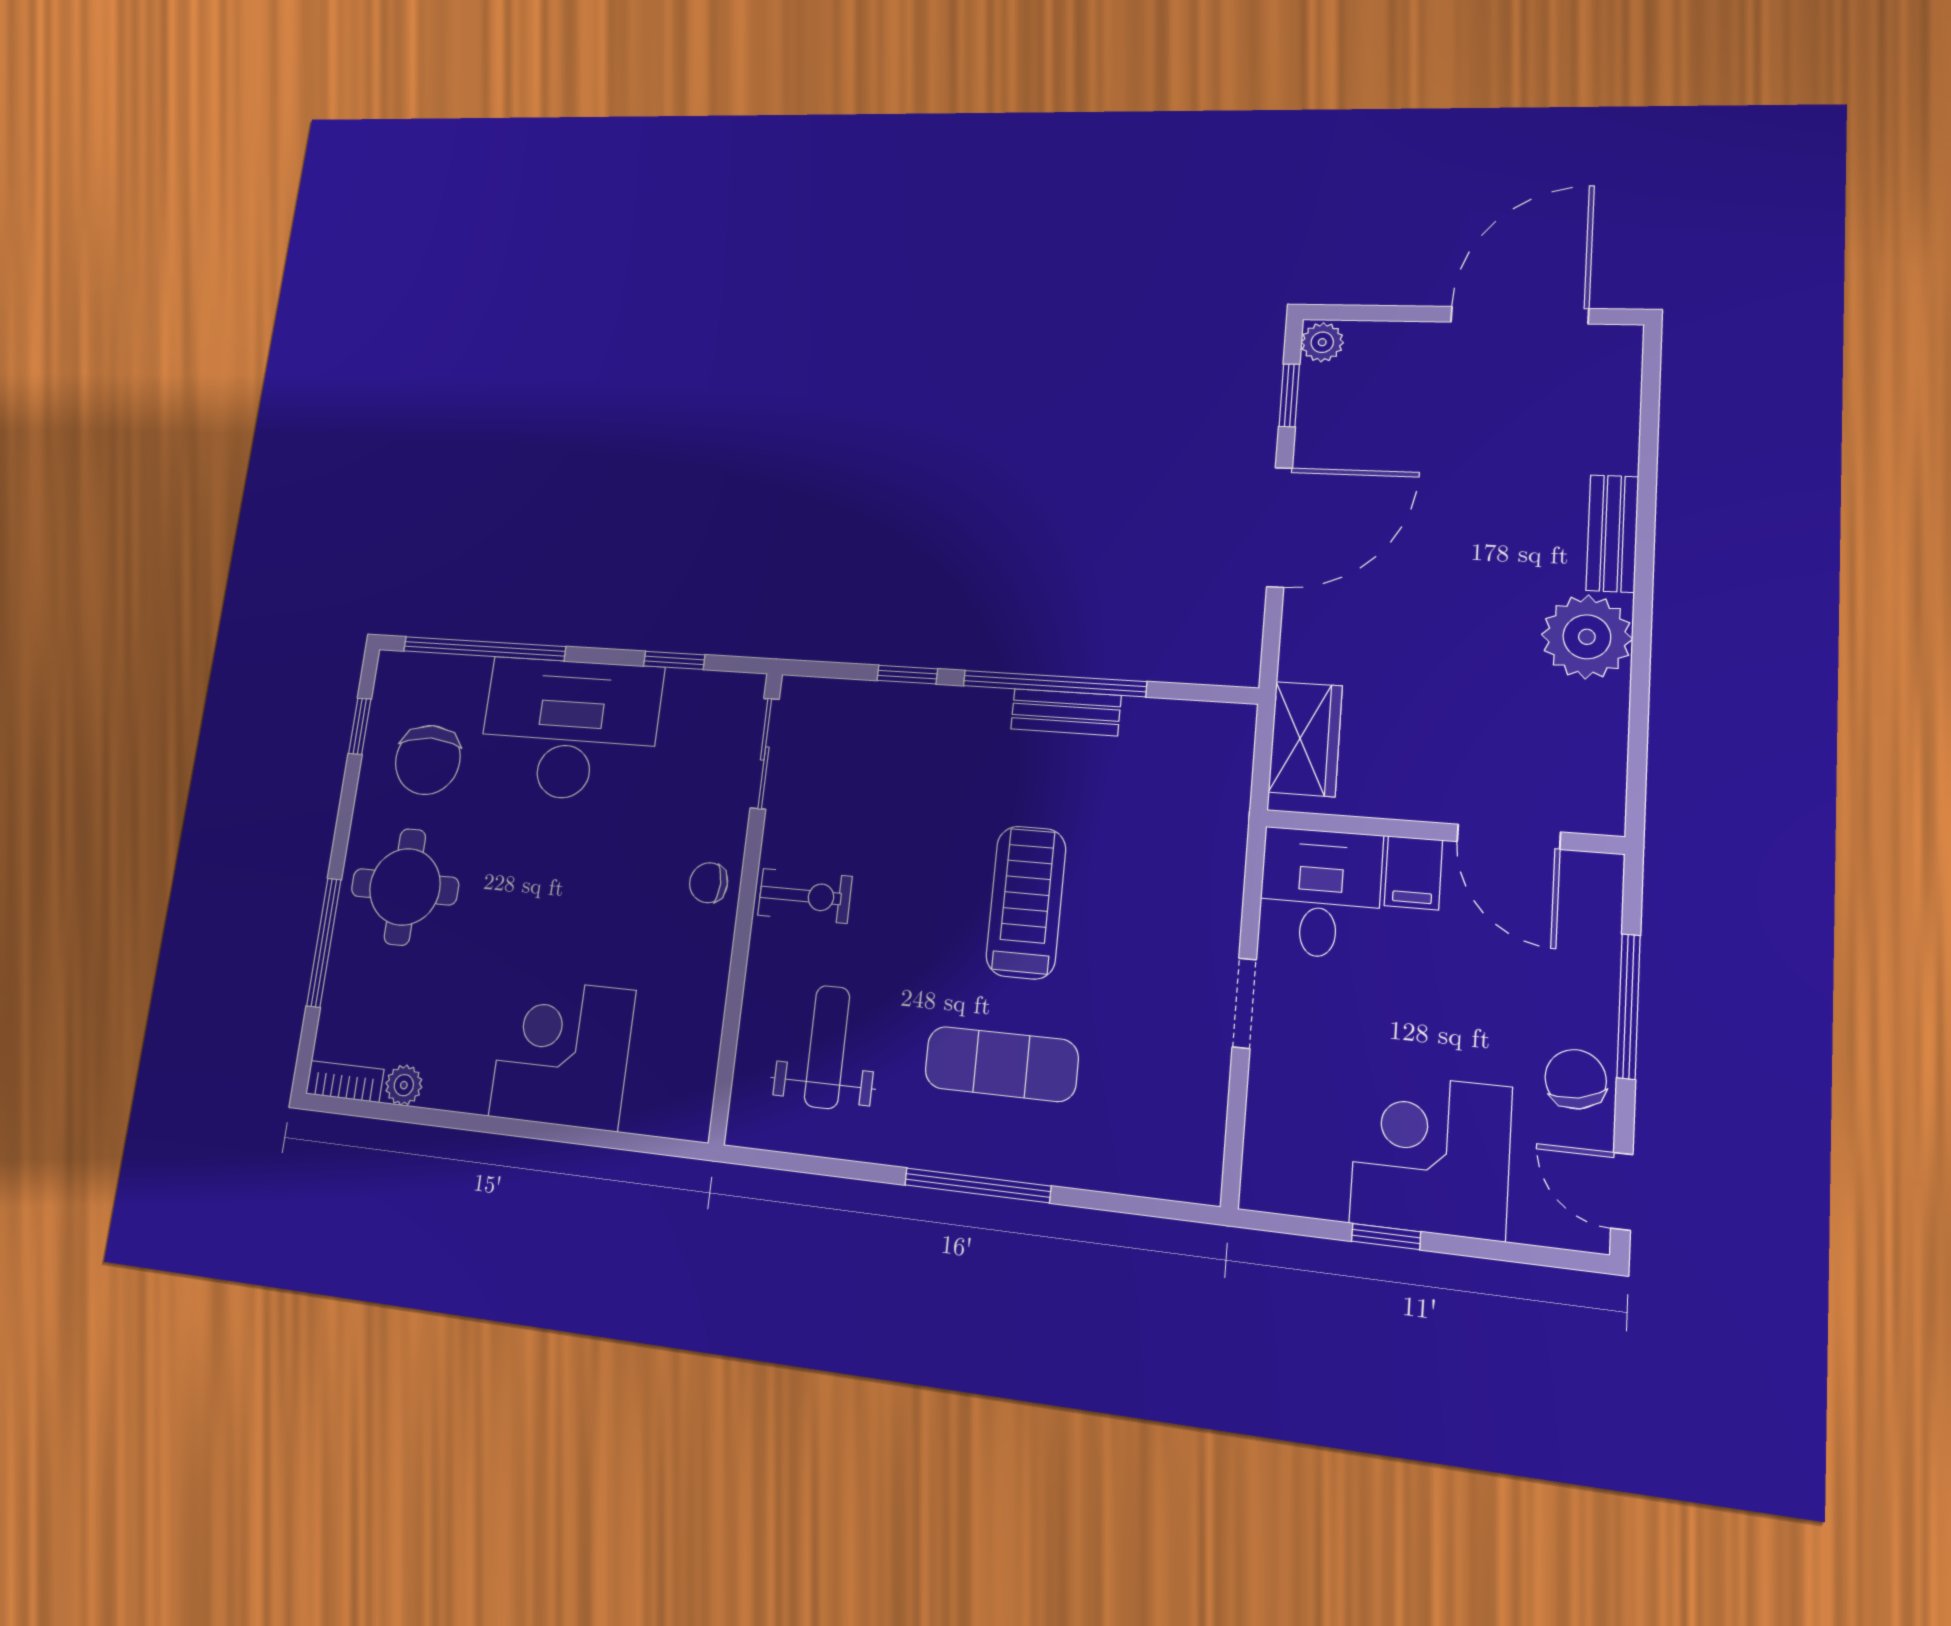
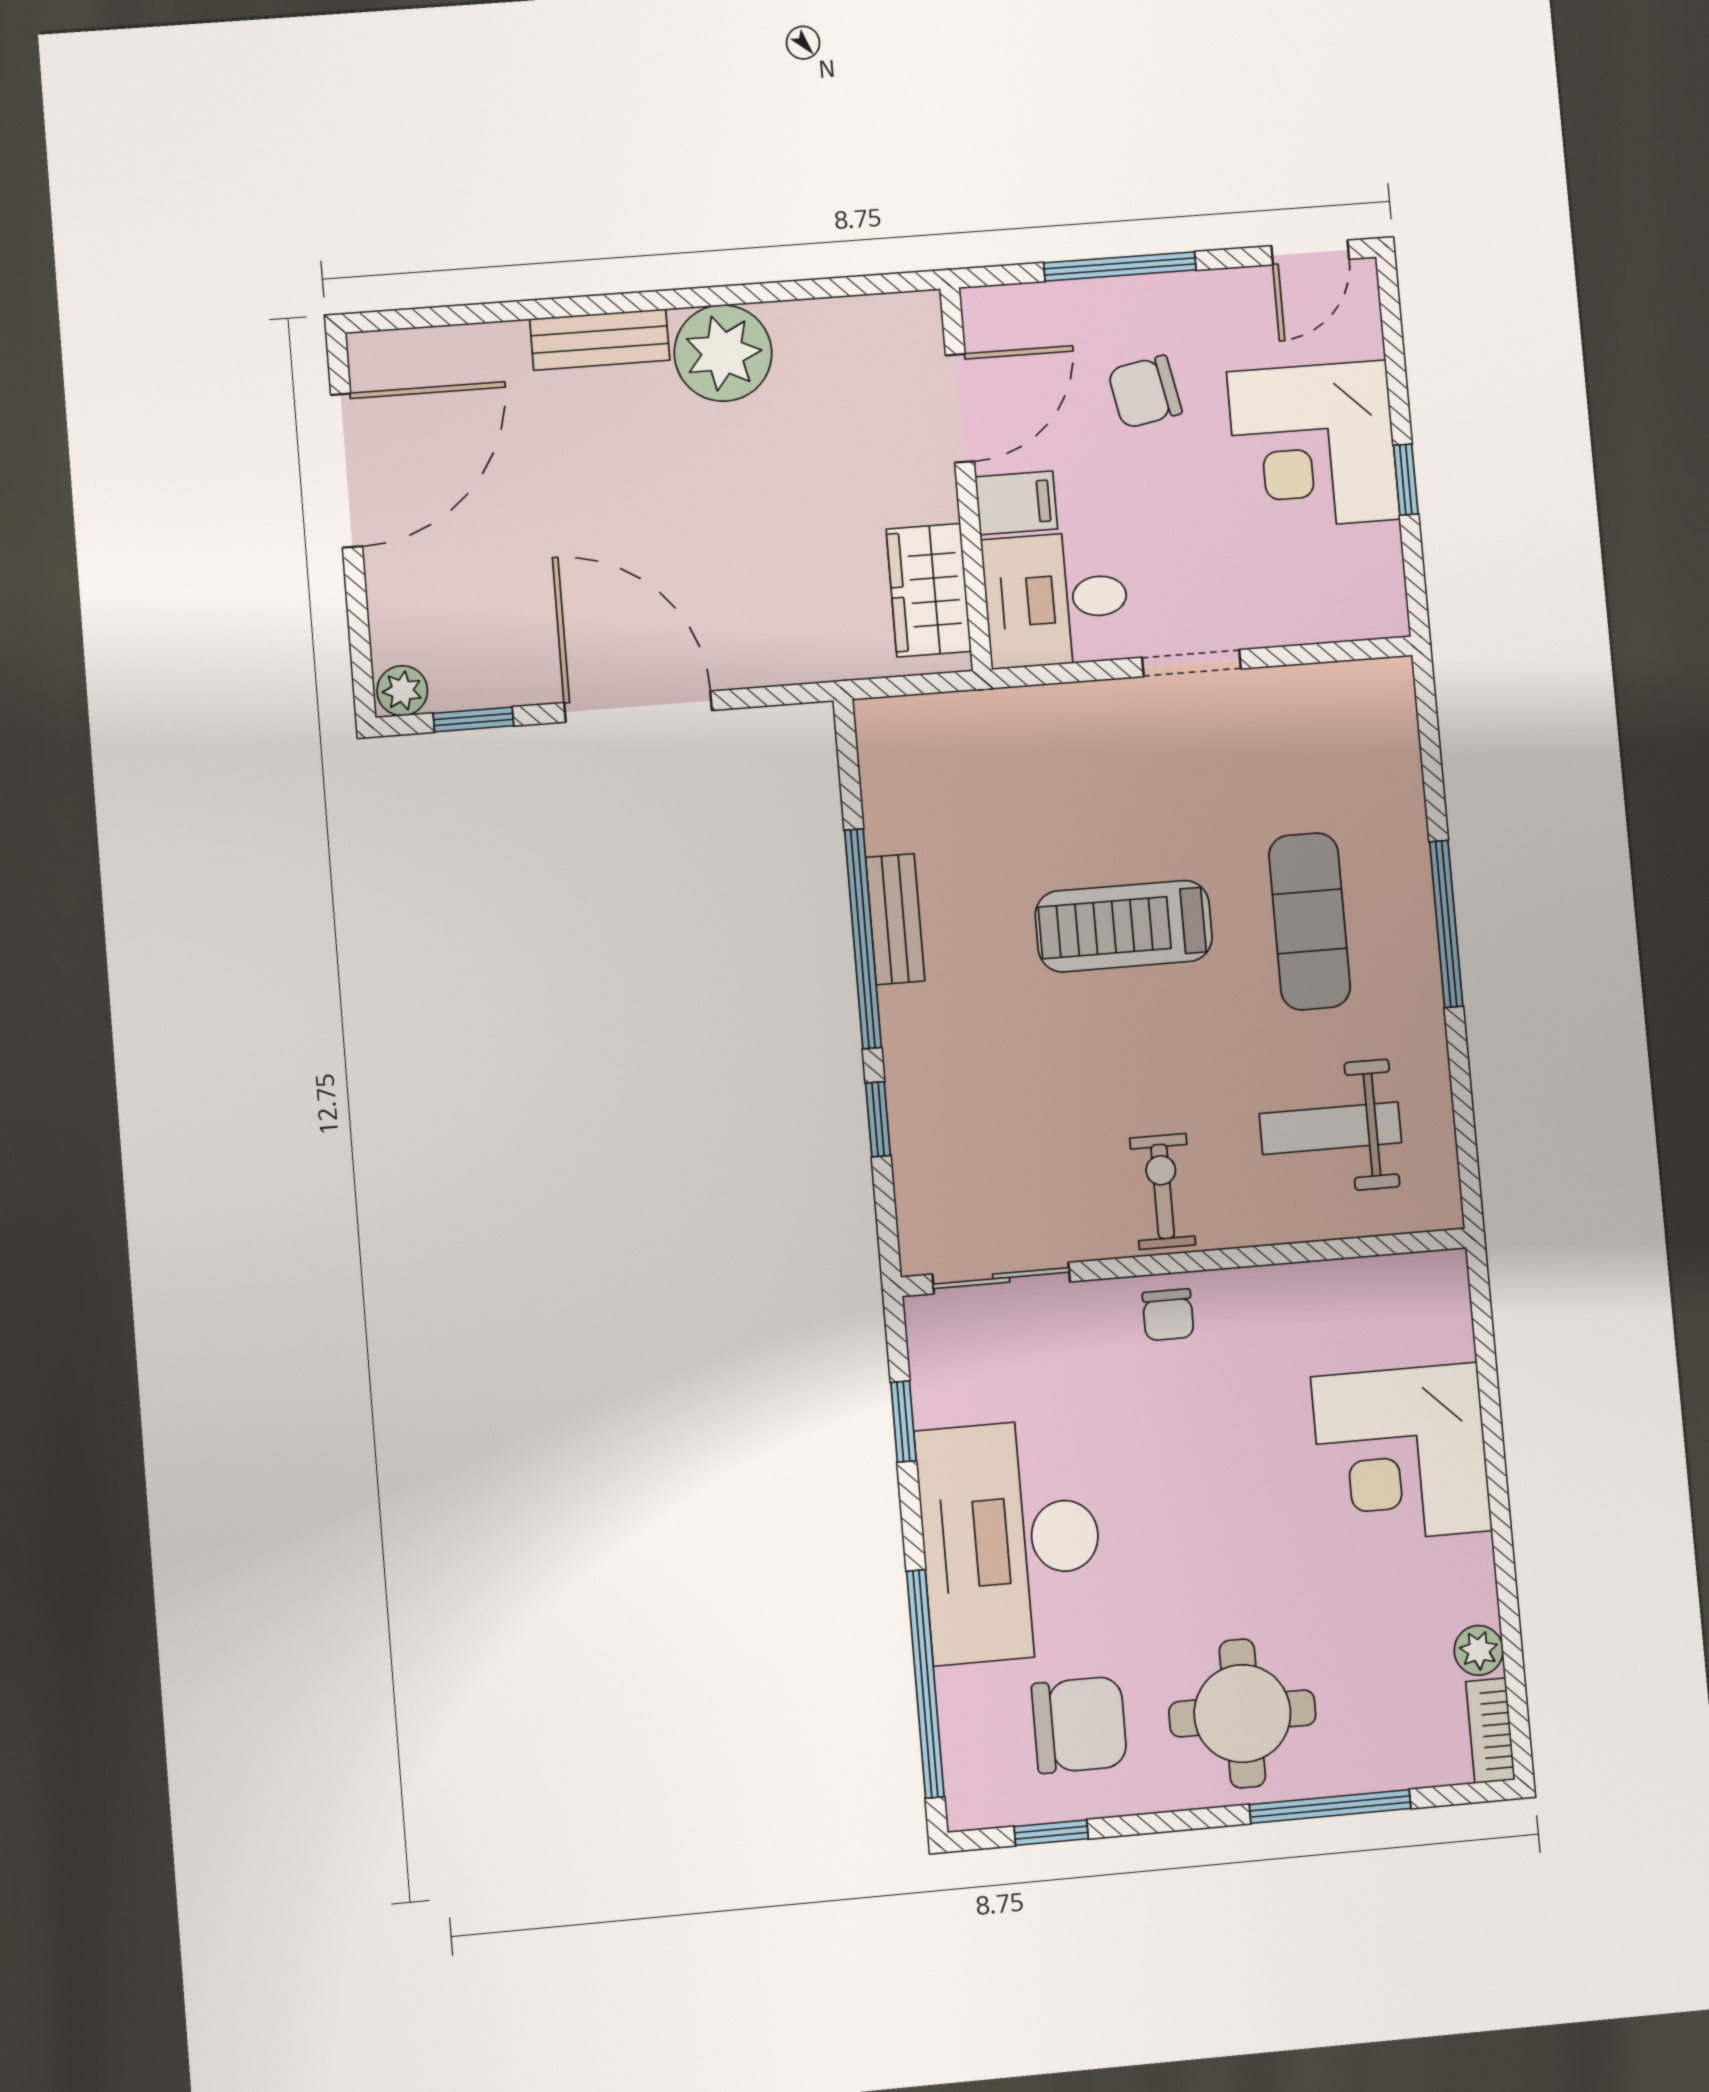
door: (1519, 315) -> (347, 471), swing flipped
wardrobe: (1305, 739) -> (929, 590), moved, turned -90
chair: (1576, 1079) -> (1145, 392), moved

